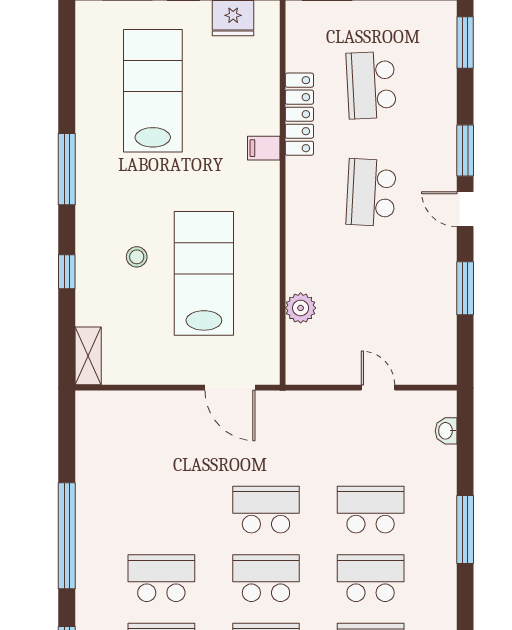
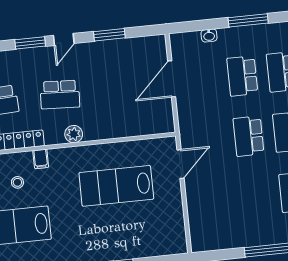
stool: (137, 257) -> (17, 182), moved
plant: (301, 308) -> (74, 134), moved
shelving: (88, 356) -> (171, 248), removed
door: (378, 388) -> (172, 79), width x1.88
washbasin: (446, 431) -> (209, 36), moved

